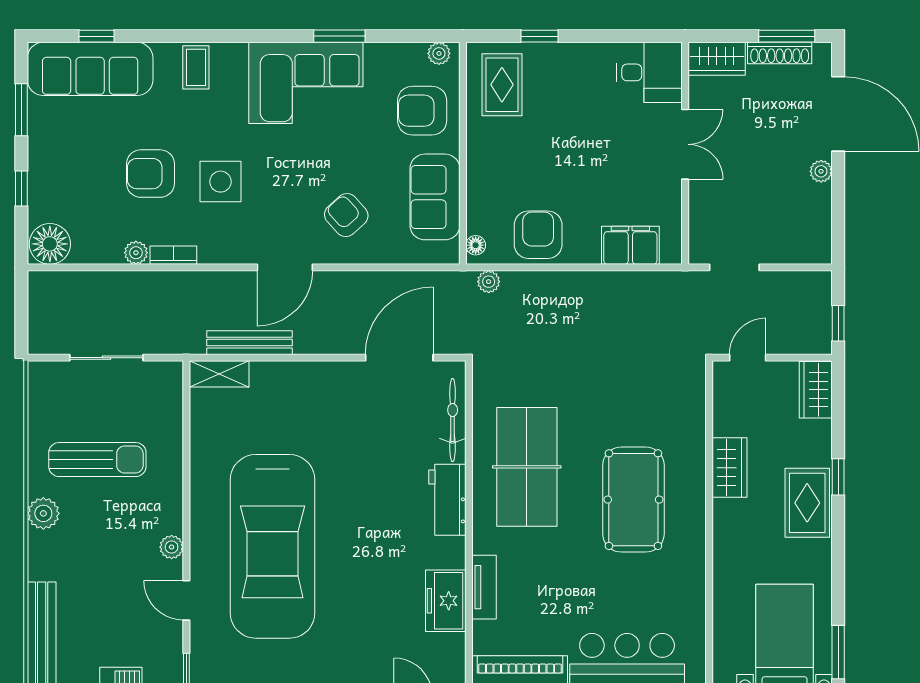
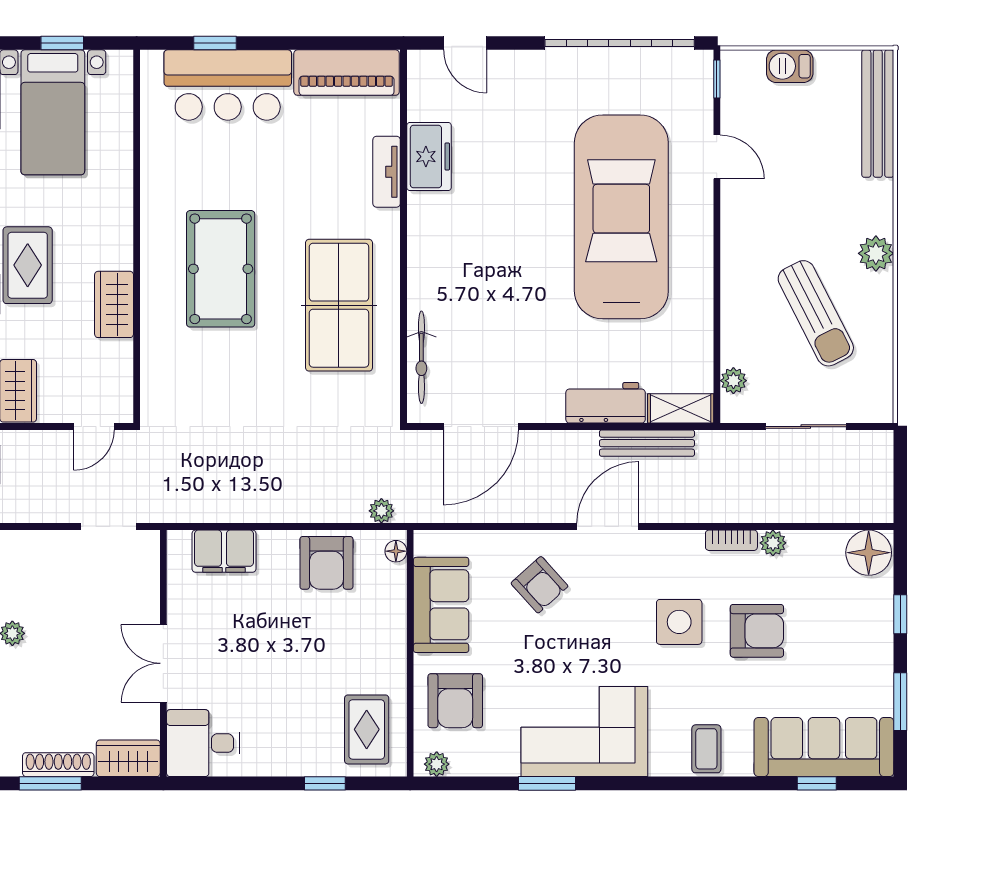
armchair: (422, 111) -> (455, 701), turned 90
sun lounger: (97, 460) -> (816, 313), turned -117
workbench: (447, 500) -> (606, 403), moved, turned -90
plant: (172, 547) -> (733, 381), moved

